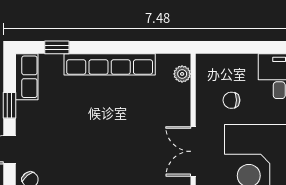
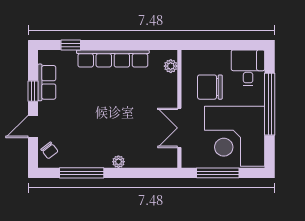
row of seats: (27, 77) -> (47, 82), moved
chair: (231, 100) -> (210, 87), width x1.87, depth x1.87

